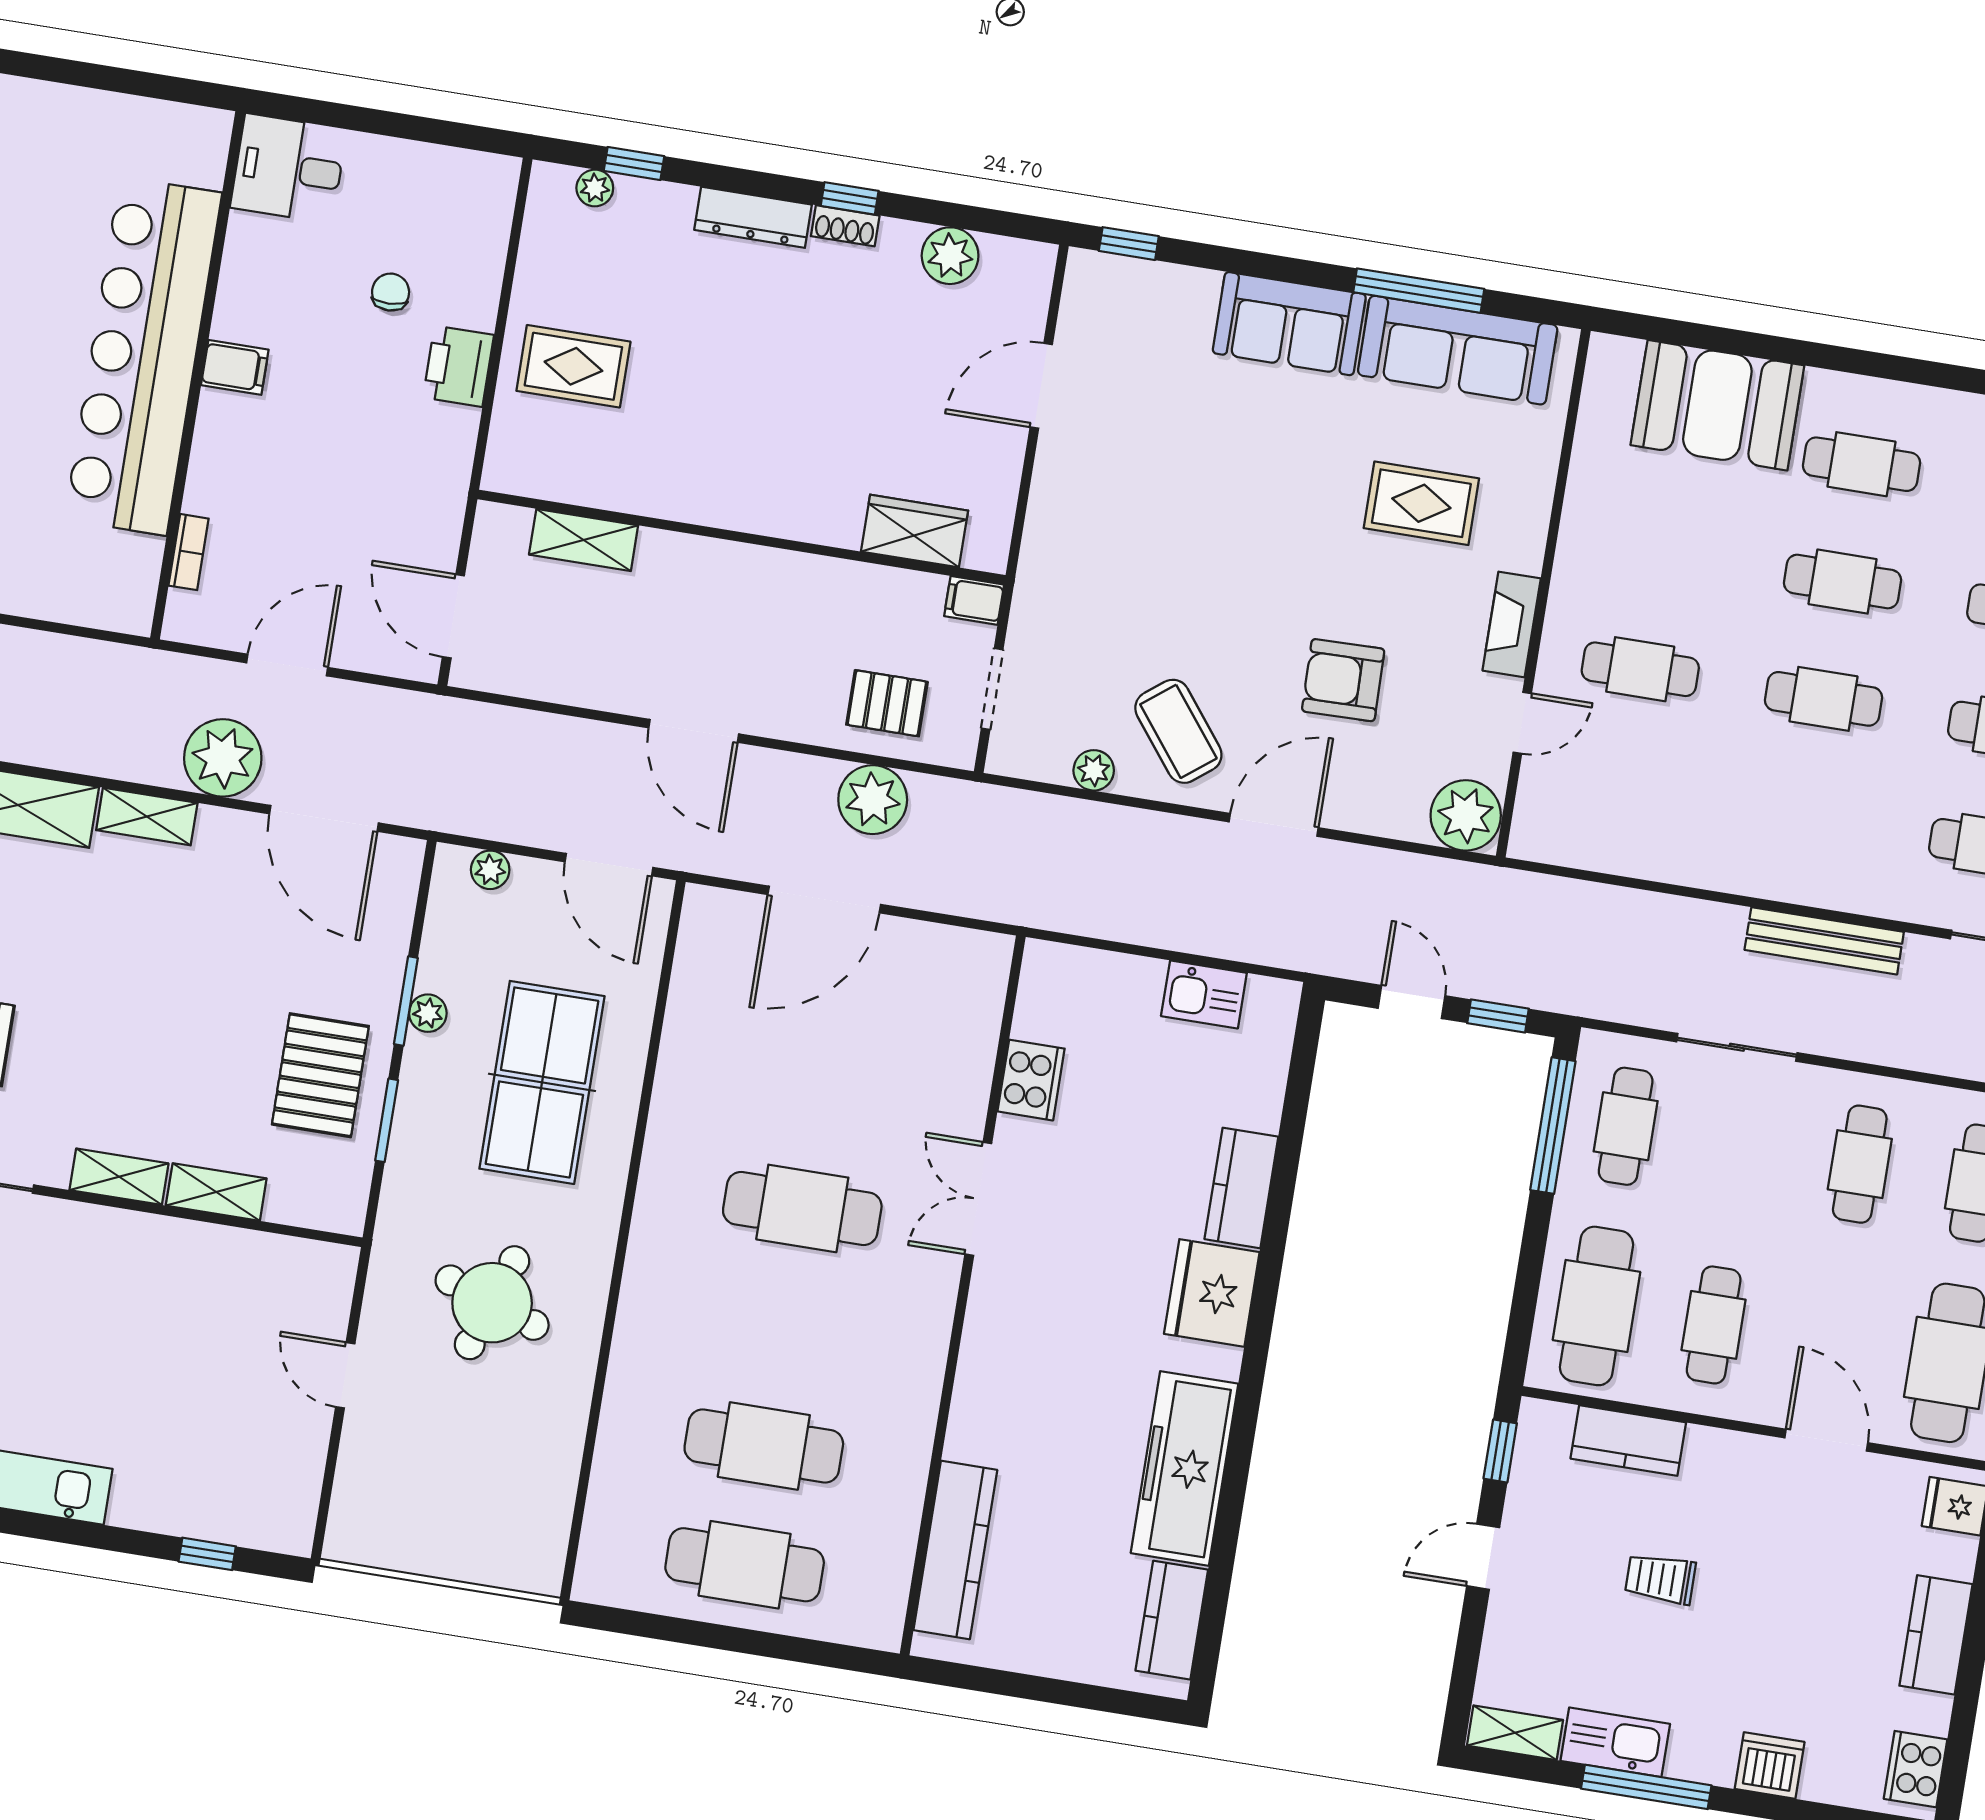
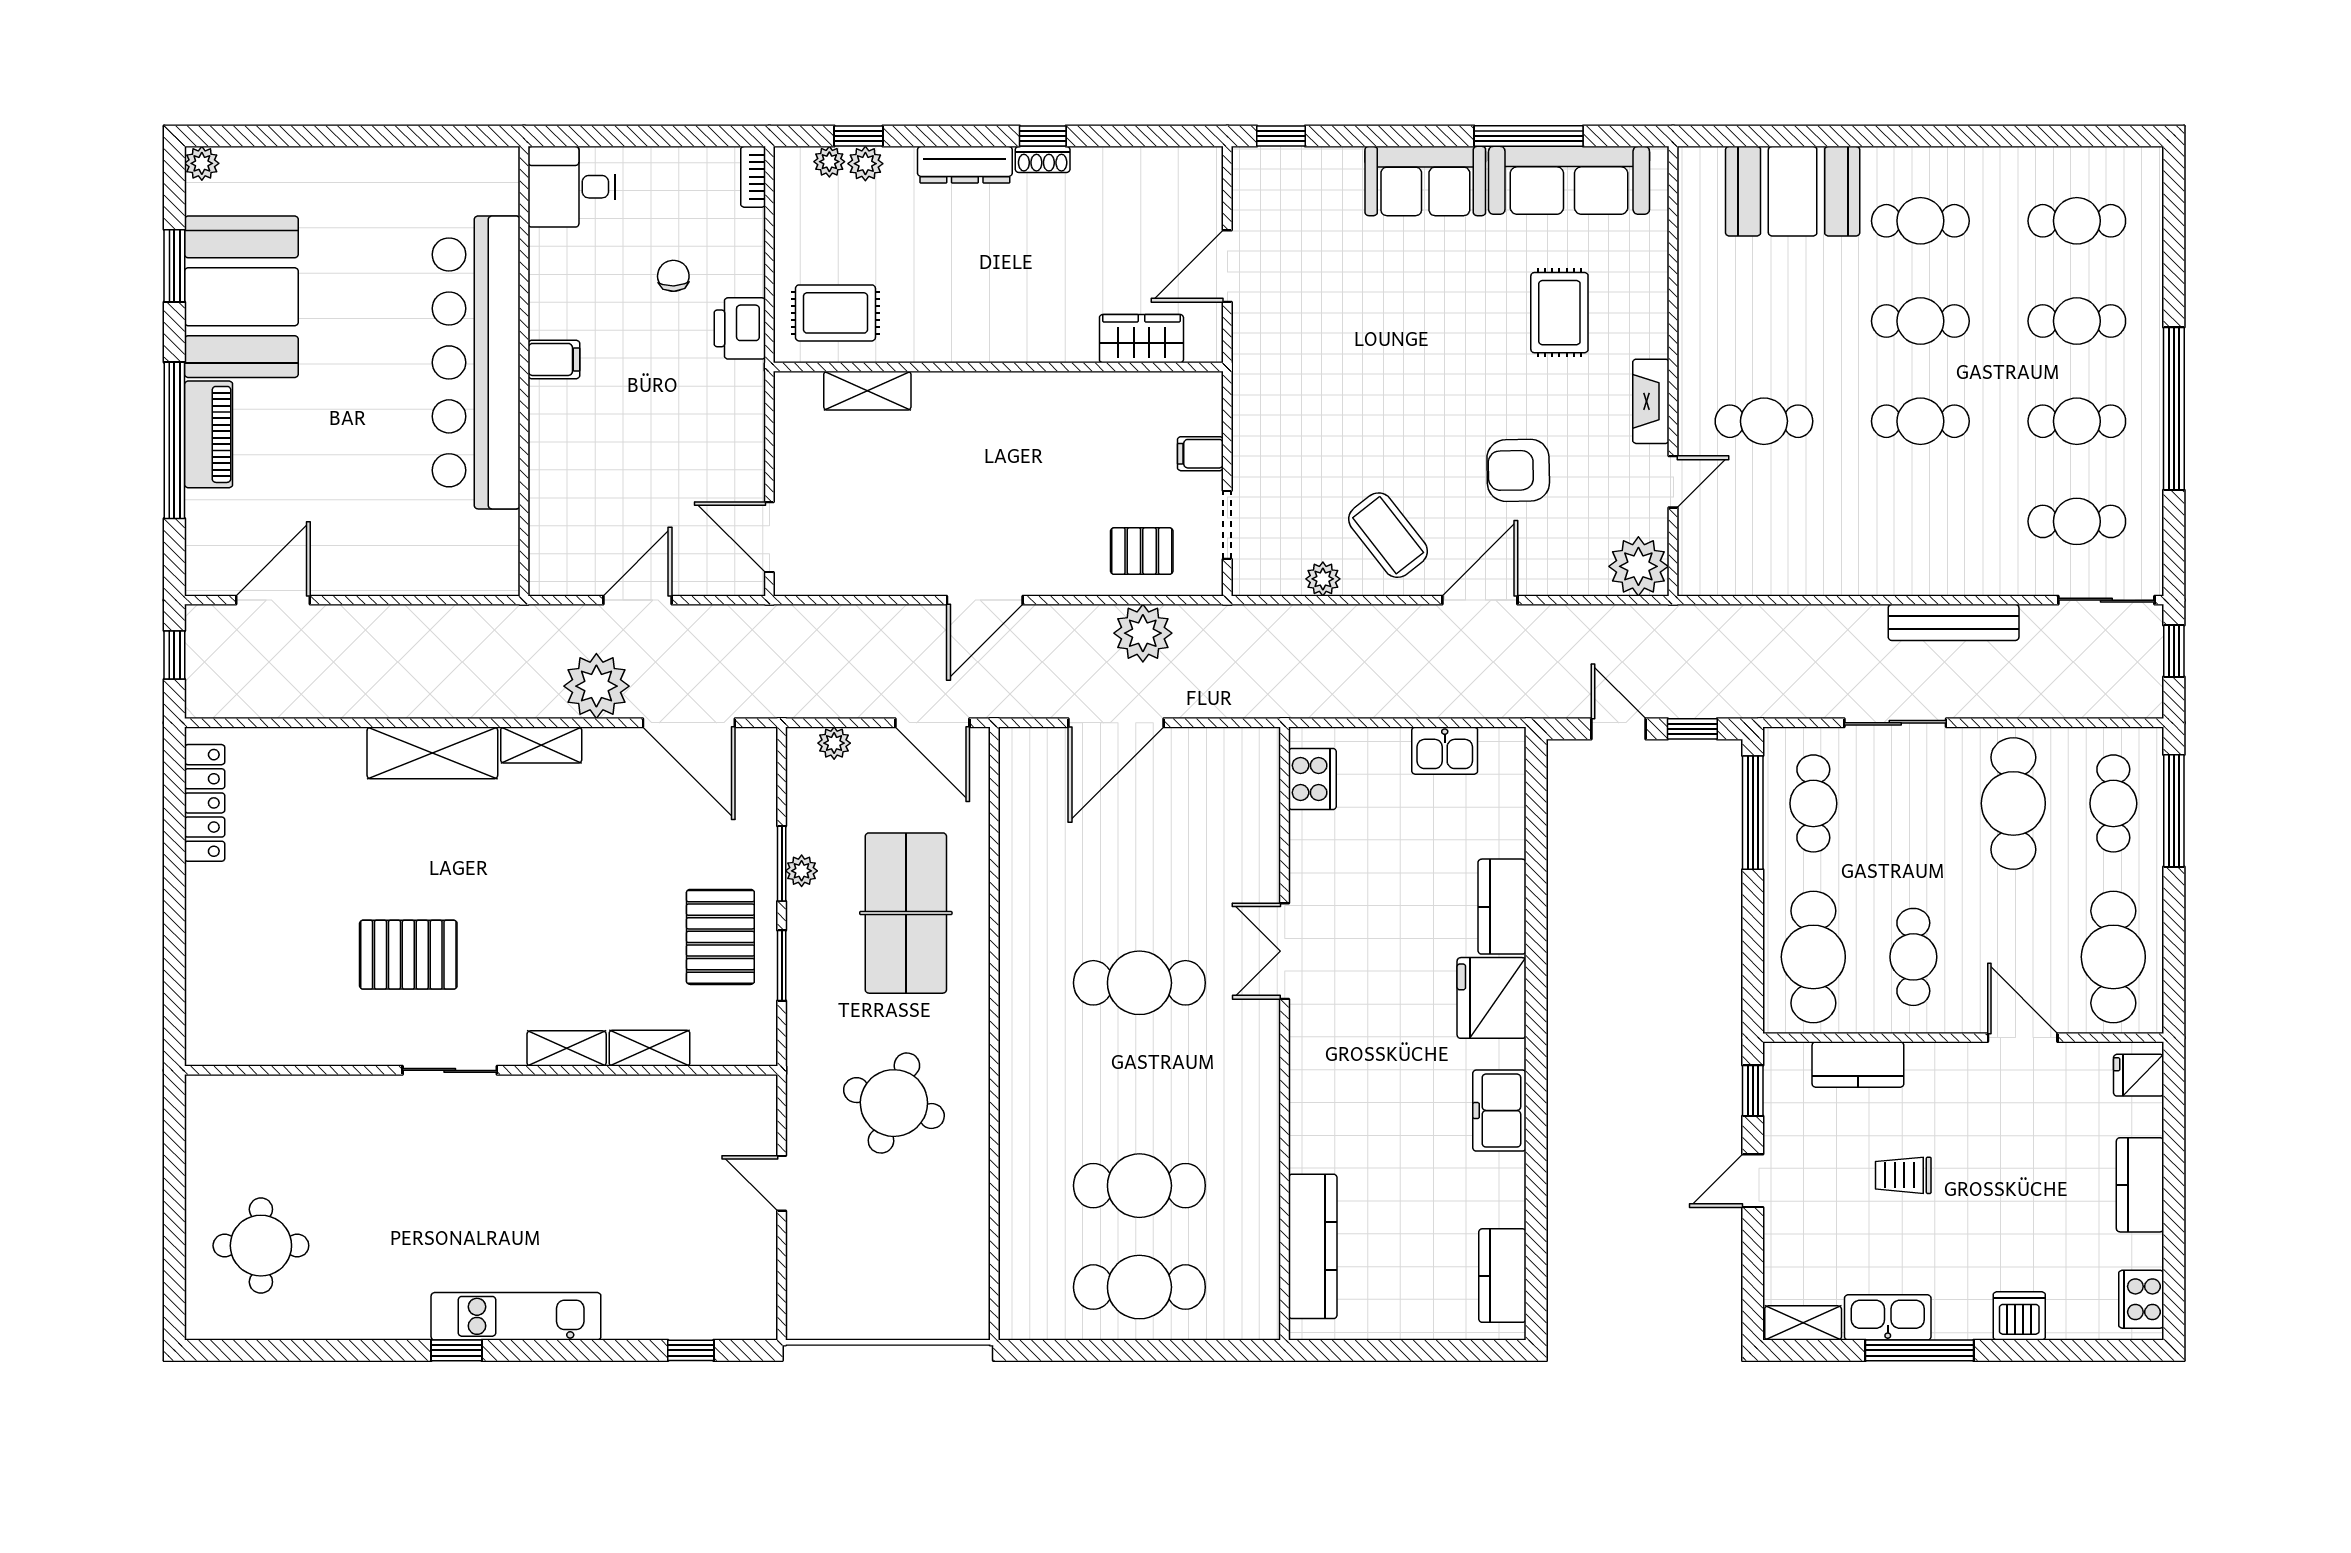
plant: (950, 256) -> (865, 164), moved, width x0.73, depth x0.73
rug: (1421, 503) -> (1559, 313), turned 90
wardrobe: (915, 531) -> (1141, 339), moved
wall: (741, 537) -> (998, 367), moved
shelving: (584, 540) -> (867, 391), moved
bookcase: (189, 552) -> (753, 177), moved, turned 180
door: (694, 731) -> (985, 600), hinge flipped
cooker: (1031, 1080) -> (1312, 779), moved
cafe table: (1860, 1164) -> (2013, 803), width x1.37, depth x1.35
freezer: (1184, 1468) -> (1499, 1111), width x0.52, depth x0.79

